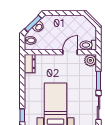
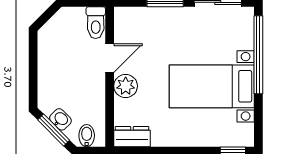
door: (70, 52) -> (110, 58), swing flipped
plant: (90, 60) -> (126, 86), moved

